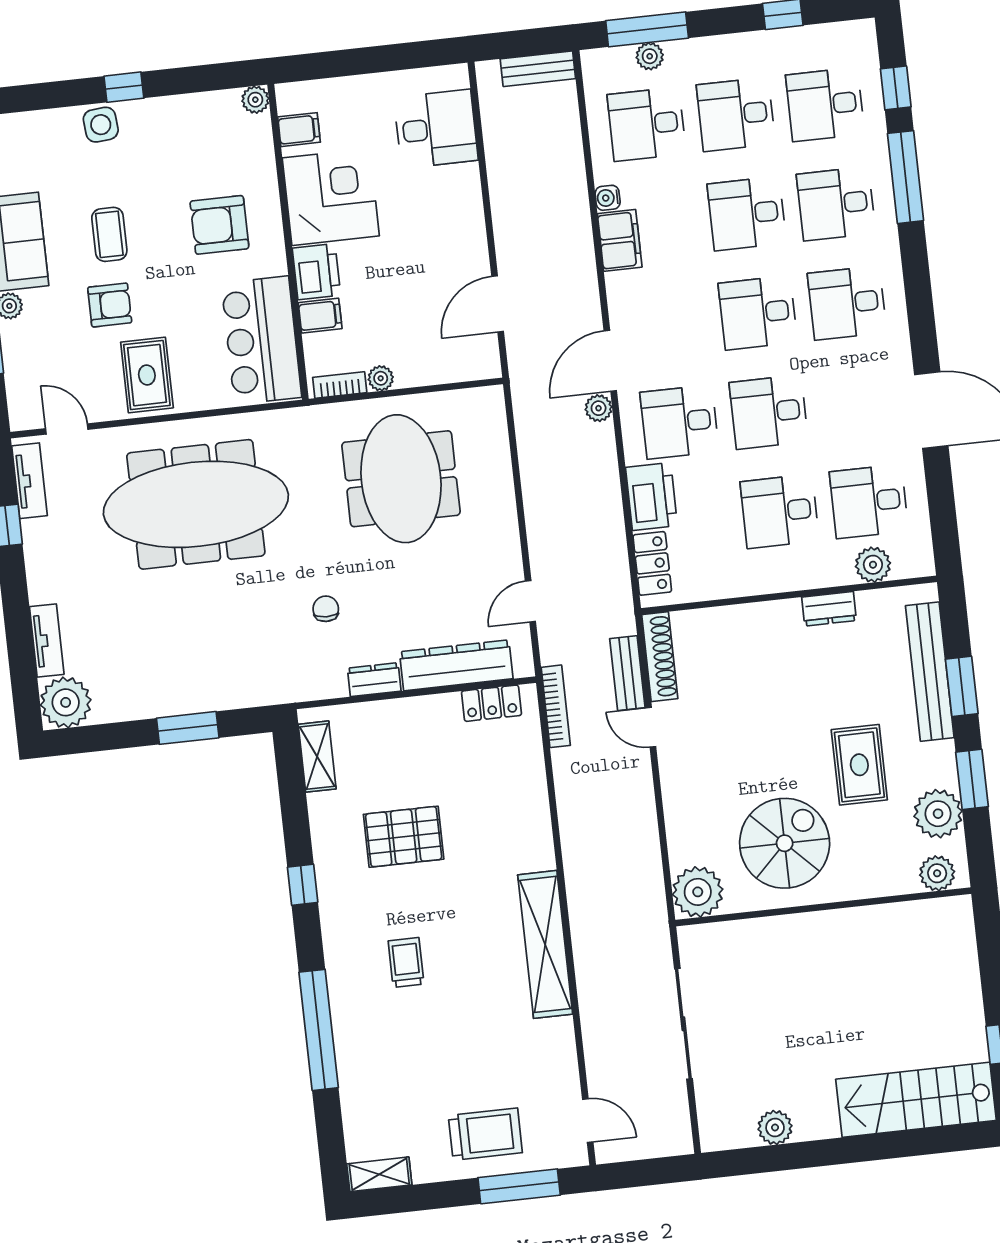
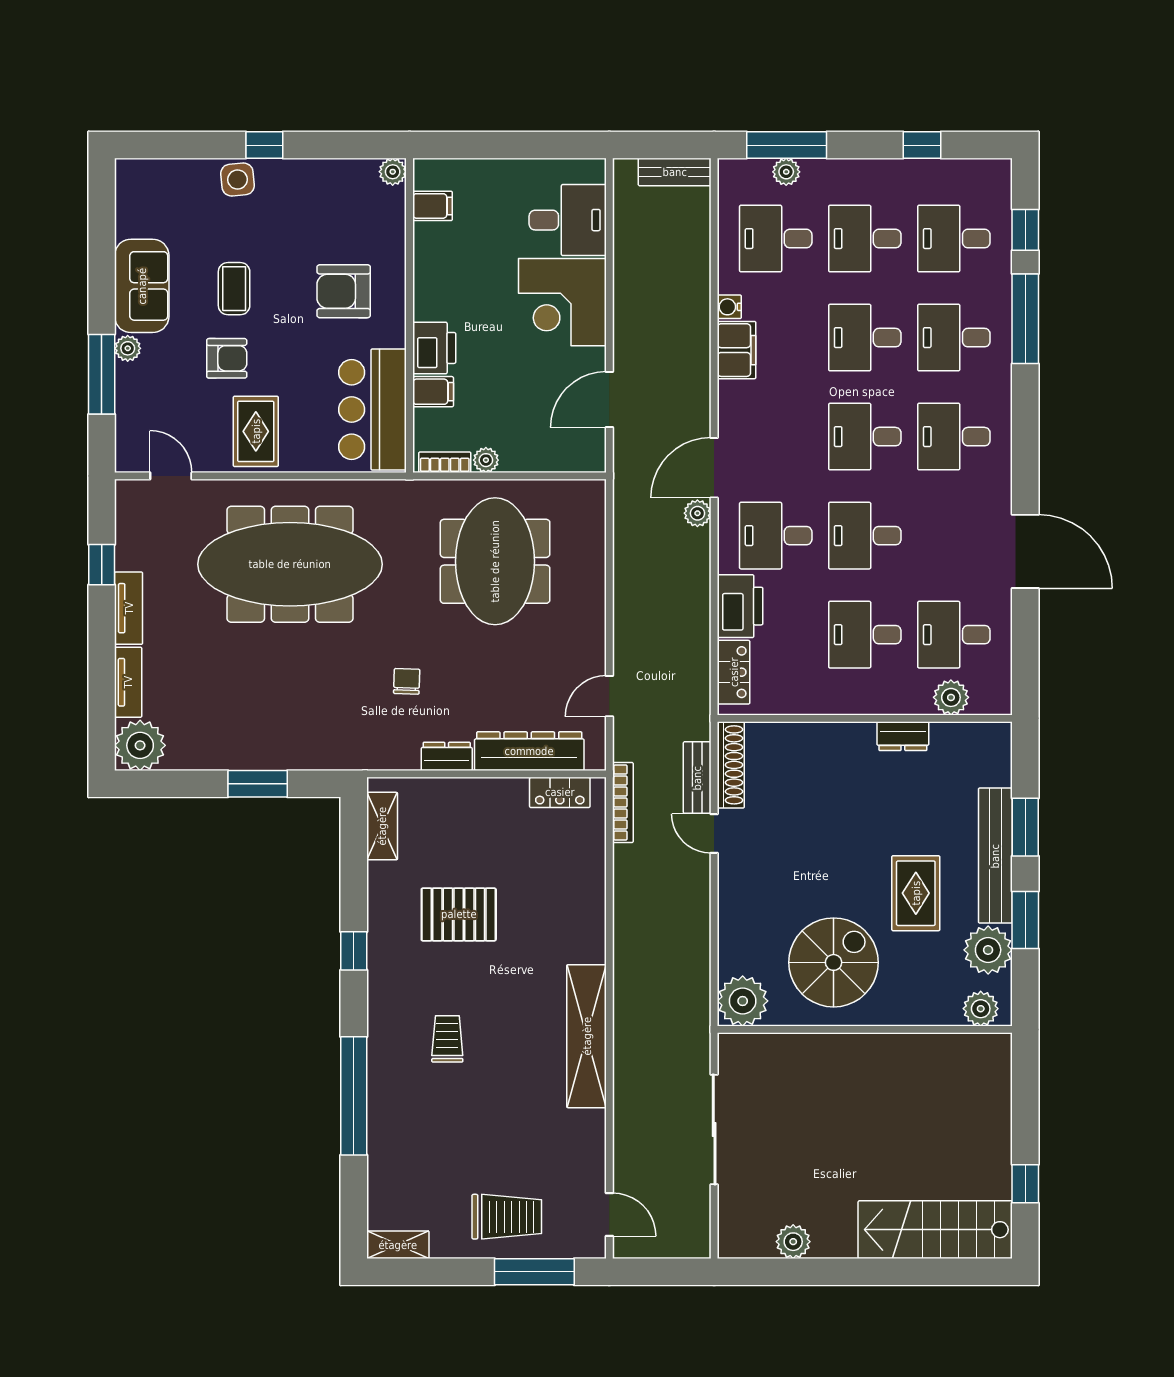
corner desk: (331, 197) -> (562, 302), moved, turned 180
tv unit: (30, 481) -> (129, 608), moved
bench: (930, 672) -> (995, 856), moved

